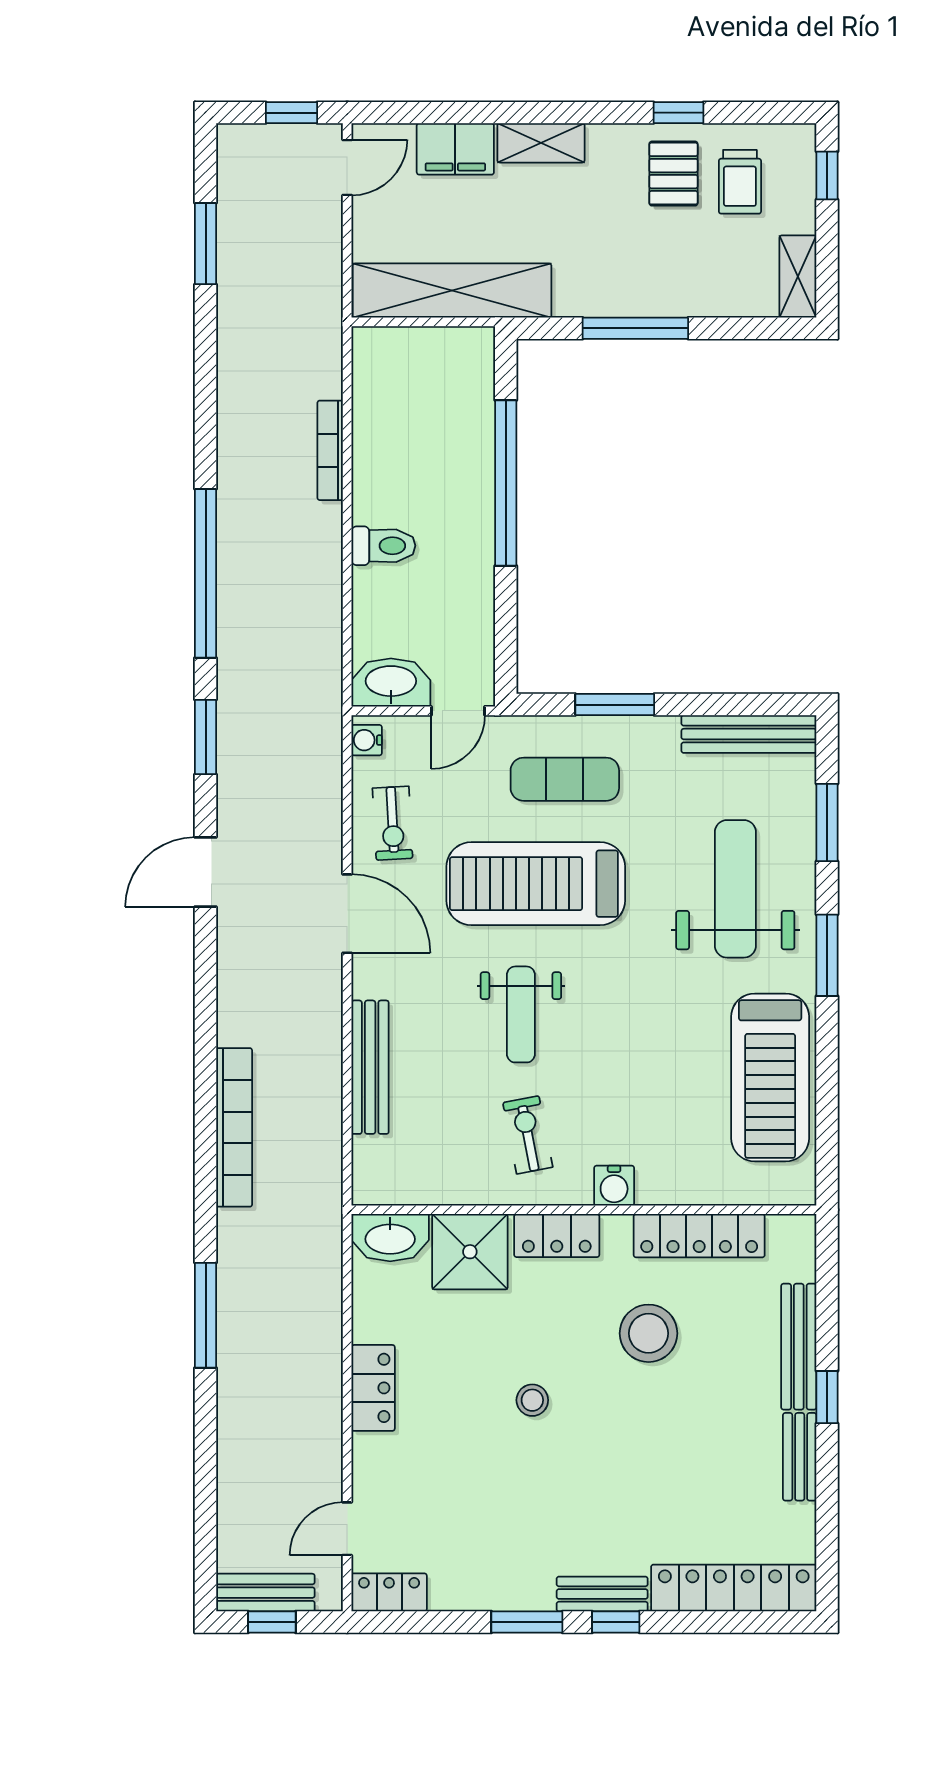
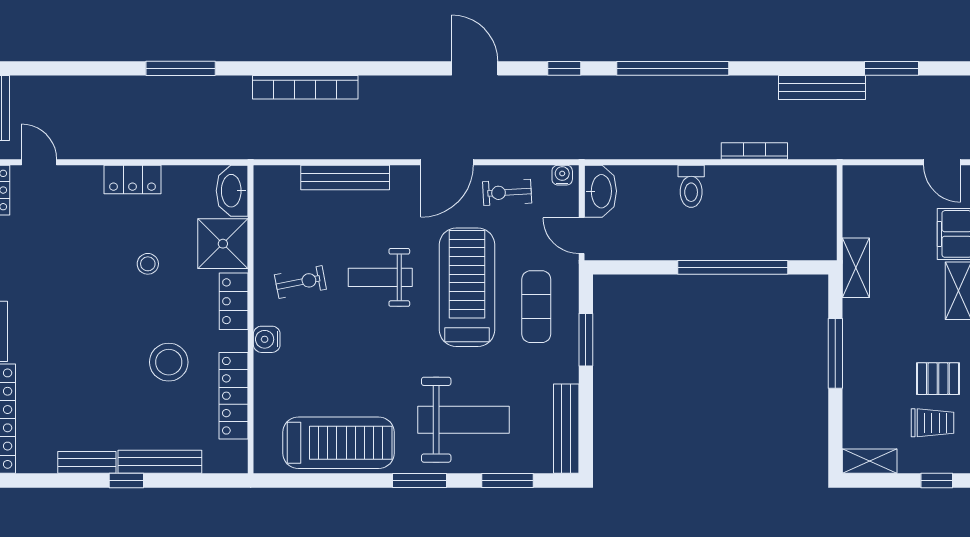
trolley: (740, 182) -> (933, 423), turned 180
shelving: (452, 291) -> (856, 268), width x0.45, depth x0.75
bench: (234, 348) -> (822, 87), added
window: (206, 737) -> (564, 68), width x0.67
treadmill: (770, 1077) -> (338, 443), turned 180
stool: (532, 1400) -> (148, 264), moved

